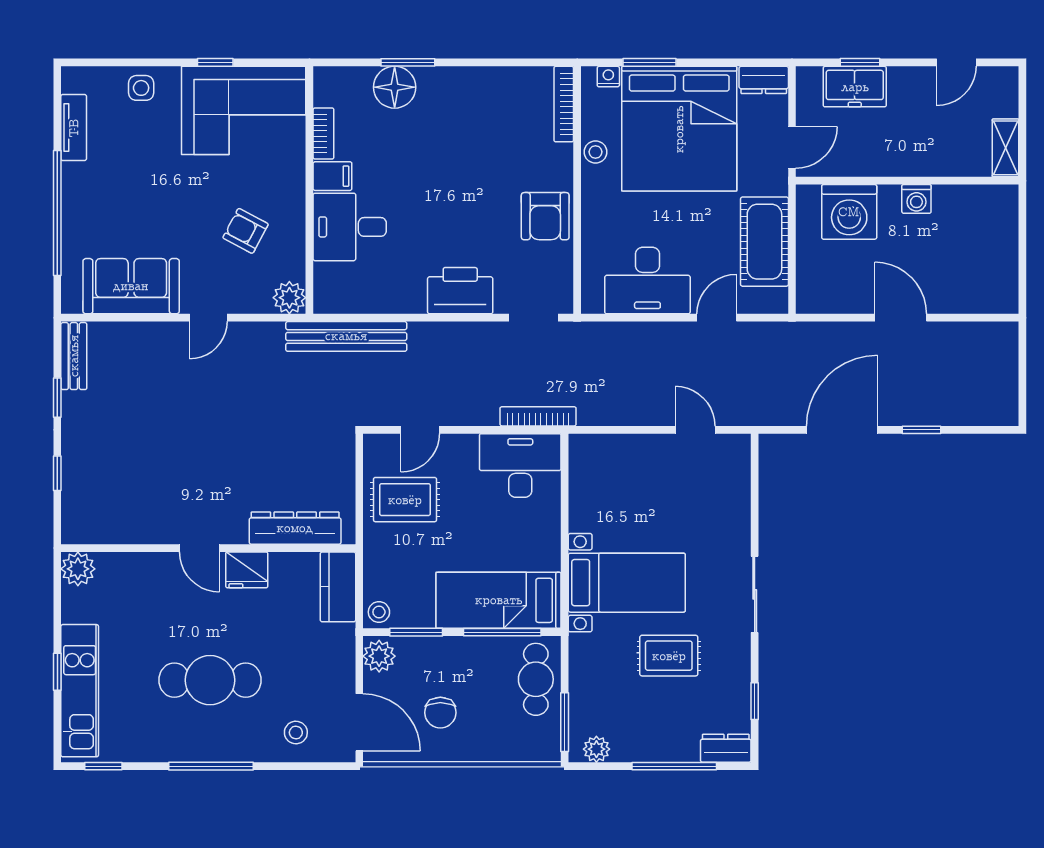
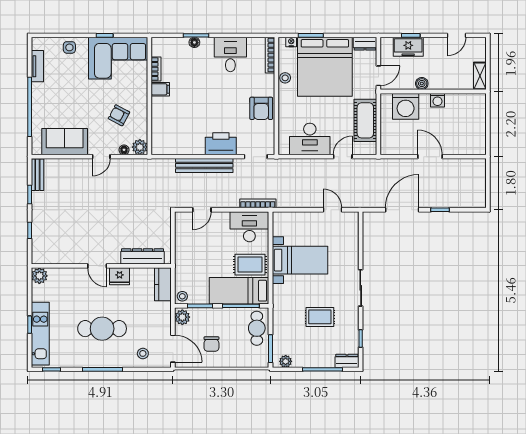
floor lamp: (395, 87) -> (194, 42), width x0.53, depth x0.53
boiler: (883, 164) -> (422, 84), added
desk: (350, 227) -> (230, 54), moved, turned 90
floor lamp: (256, 304) -> (124, 150), added
bench: (346, 336) -> (204, 165), moved
rug: (405, 500) -> (250, 265), moved
bed with nightstands: (627, 583) -> (300, 260), moved

